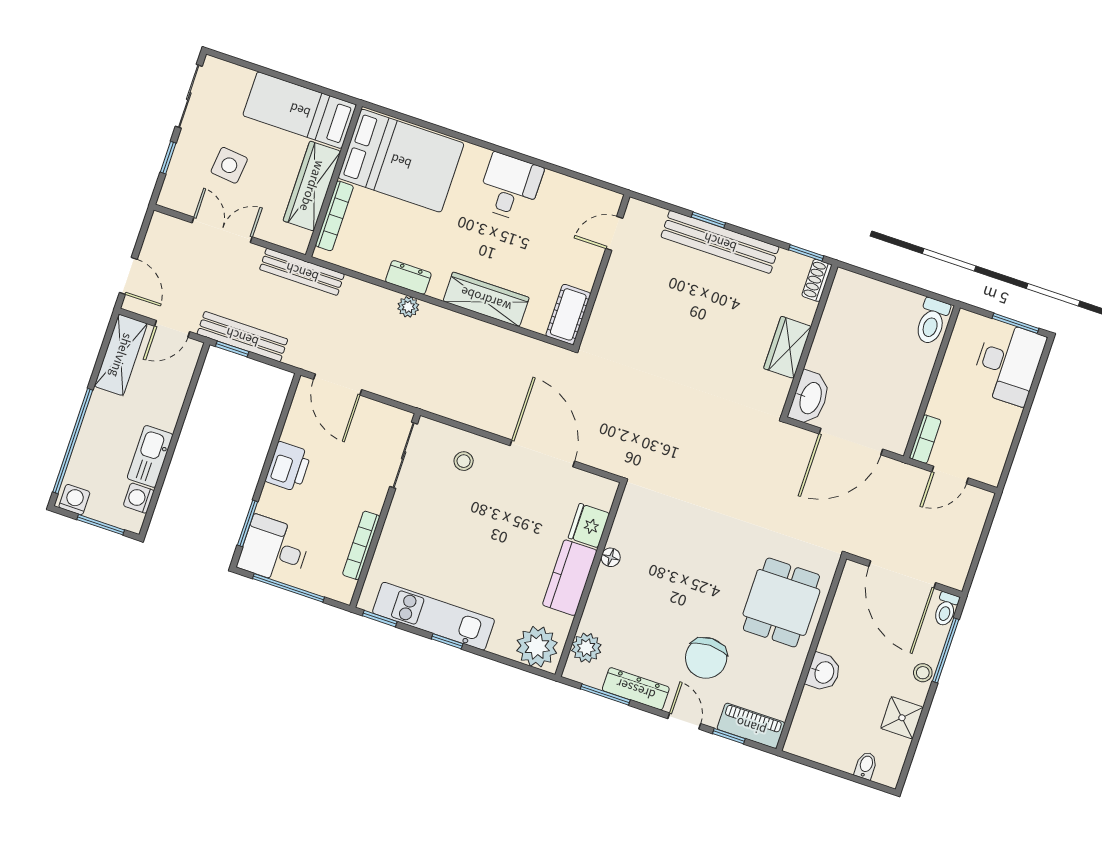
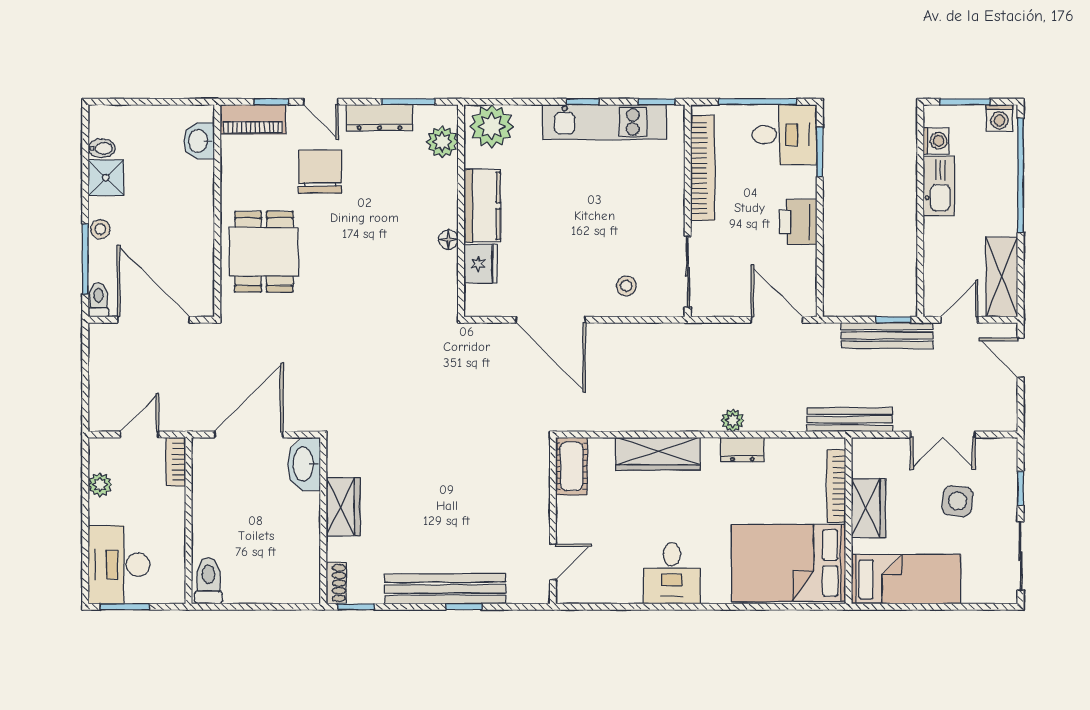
wardrobe: (312, 186) -> (868, 508), width x0.67
plant: (1001, 441) -> (100, 485), added
bookcase: (361, 545) -> (703, 168), width x1.48, depth x1.31
washbasin: (823, 672) -> (199, 141), moved
bidet: (866, 766) -> (102, 148), moved, turned -90

